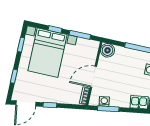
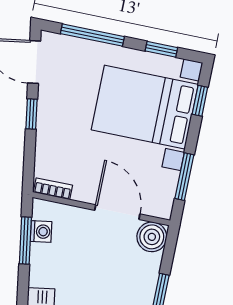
window: (55, 29) -> (200, 101), moved
window: (14, 76) -> (92, 35), width x2.17
door: (93, 77) -> (117, 212), moved

